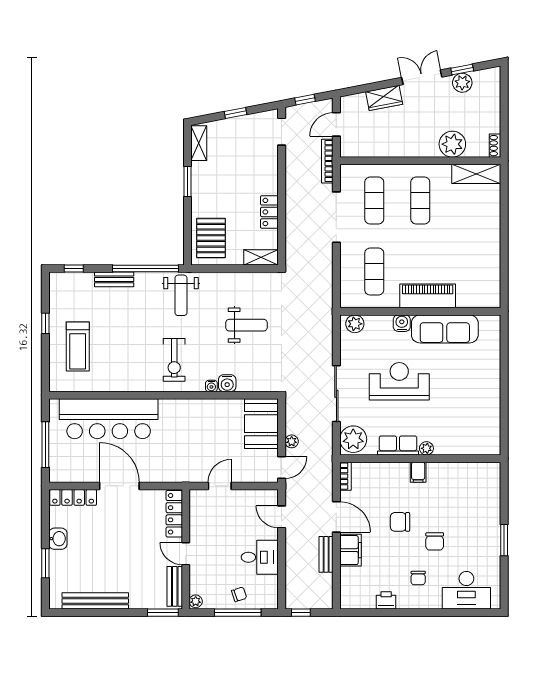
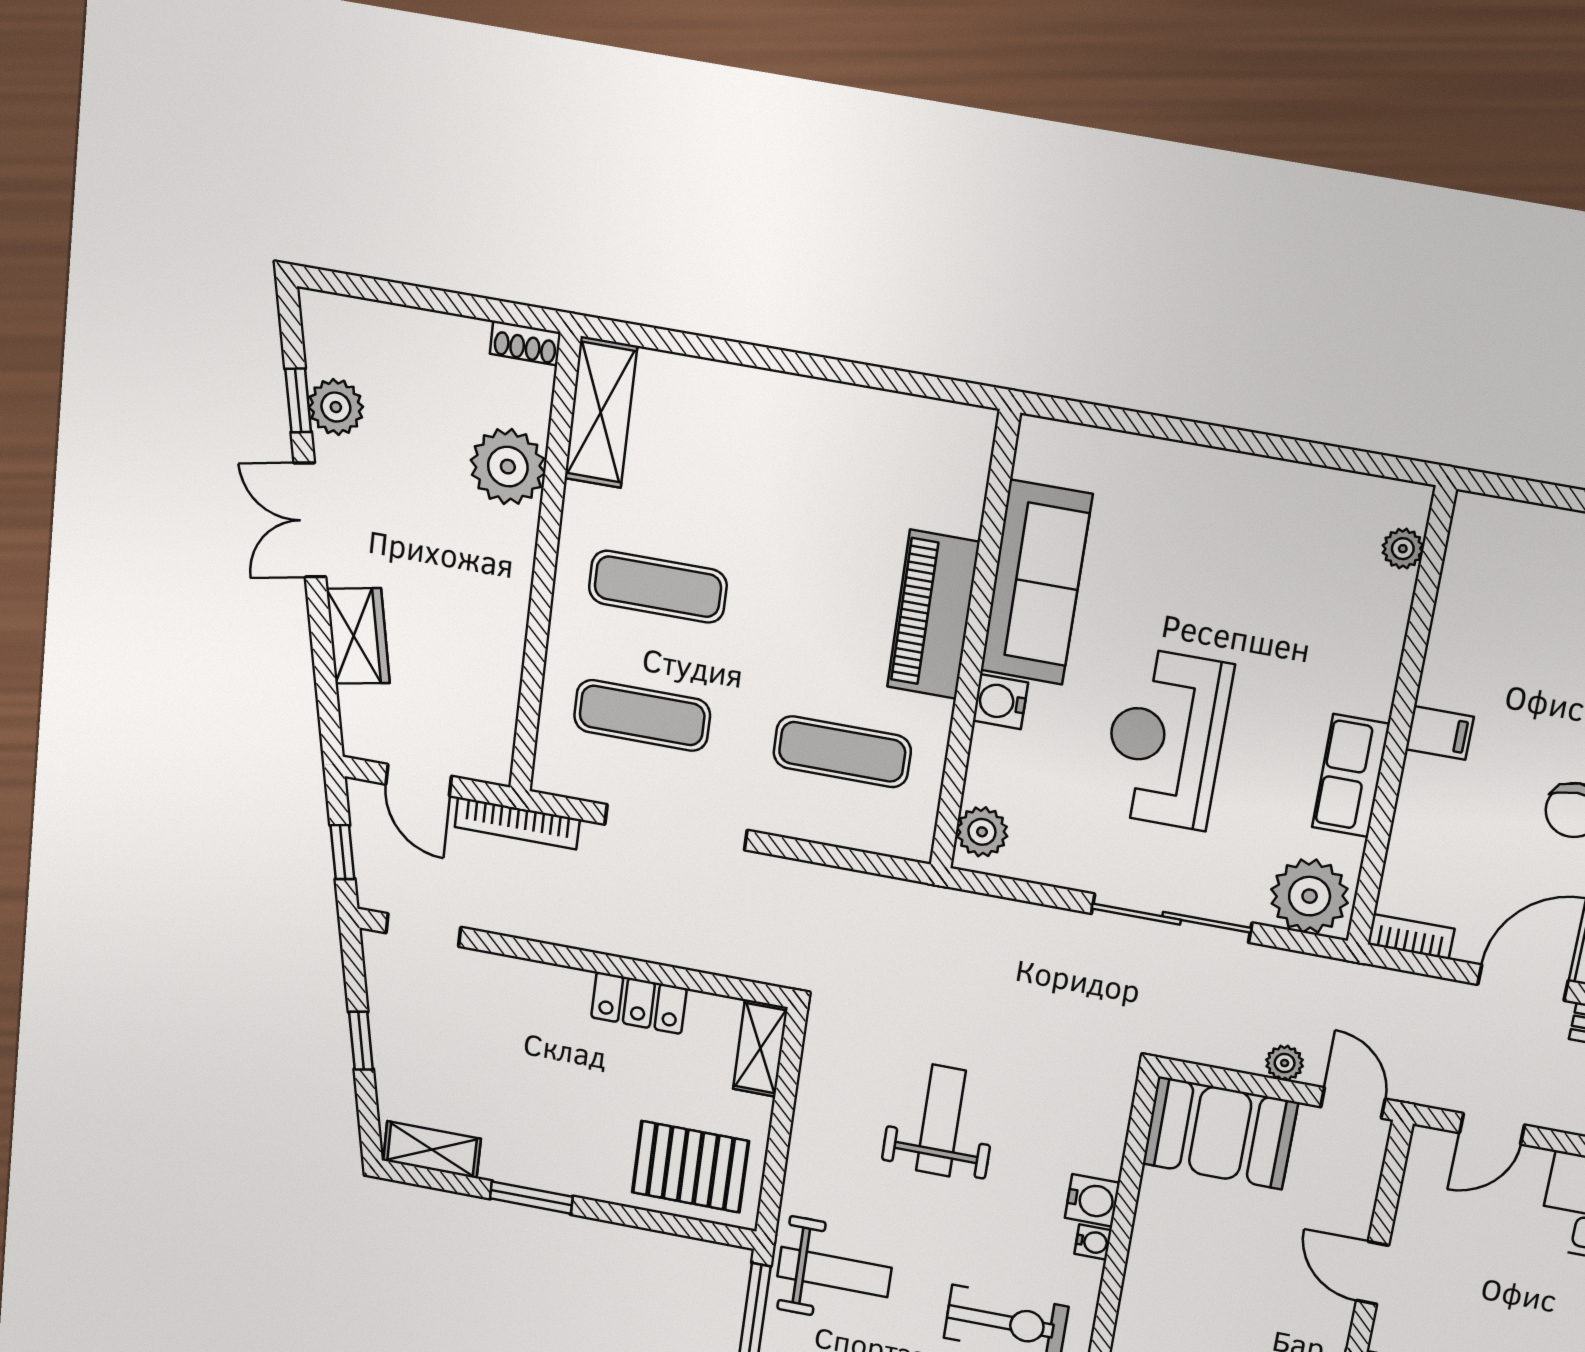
plant: (426, 448) -> (1403, 549), moved

